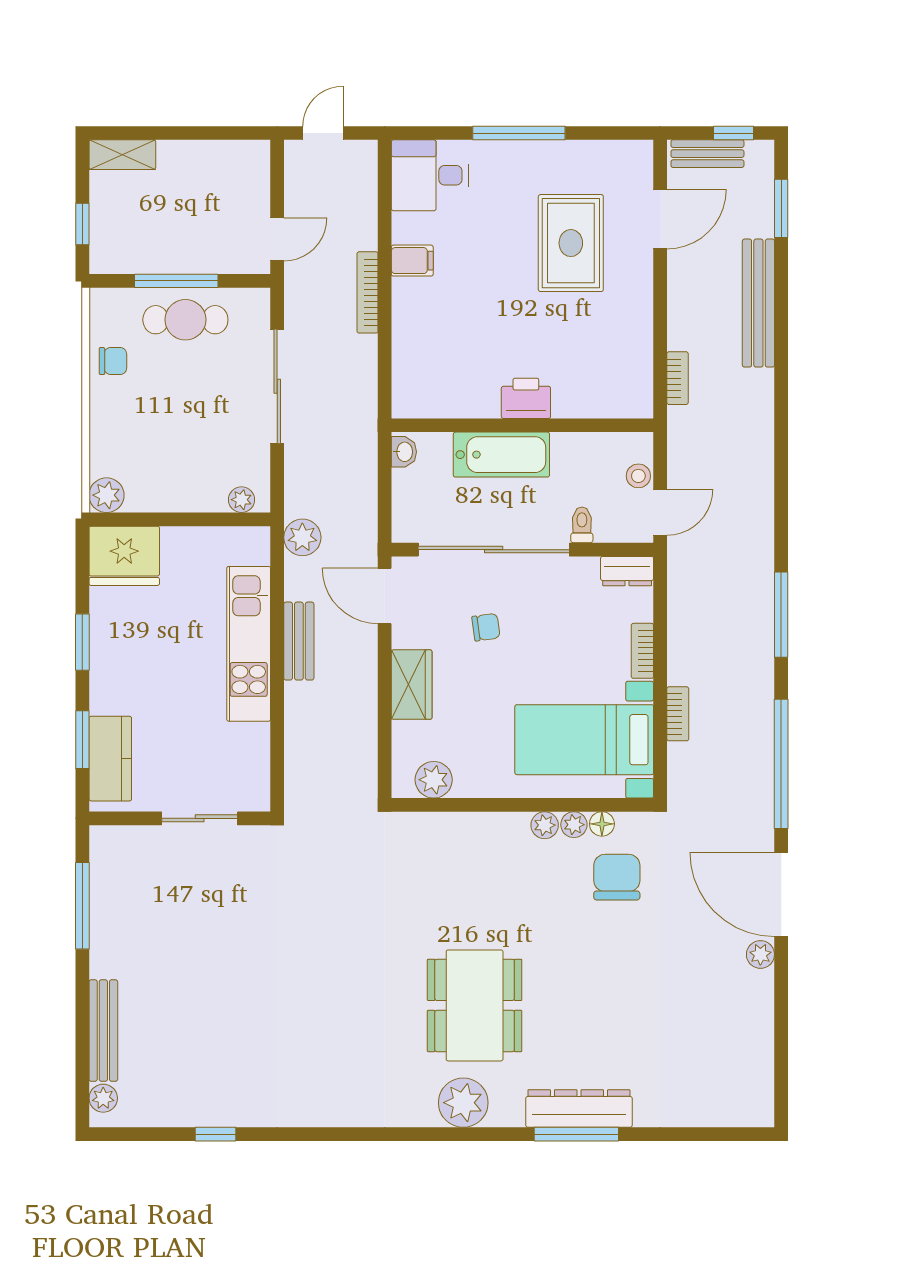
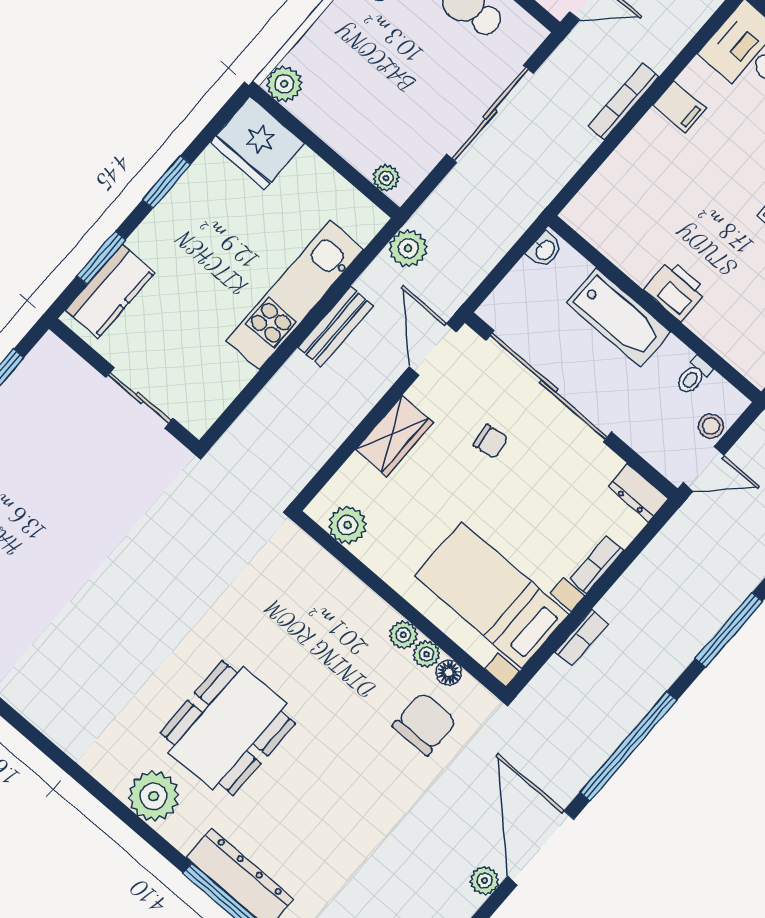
toilet: (582, 525) -> (694, 376), moved, turned 180

